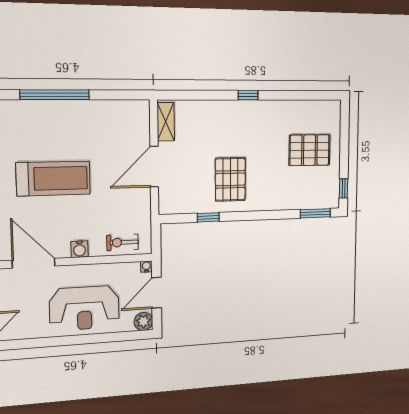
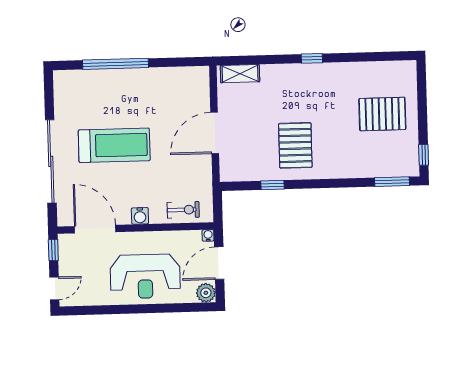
shelving: (166, 122) -> (240, 74), moved, turned 90
exercise bike: (123, 242) -> (183, 210), turned 180

